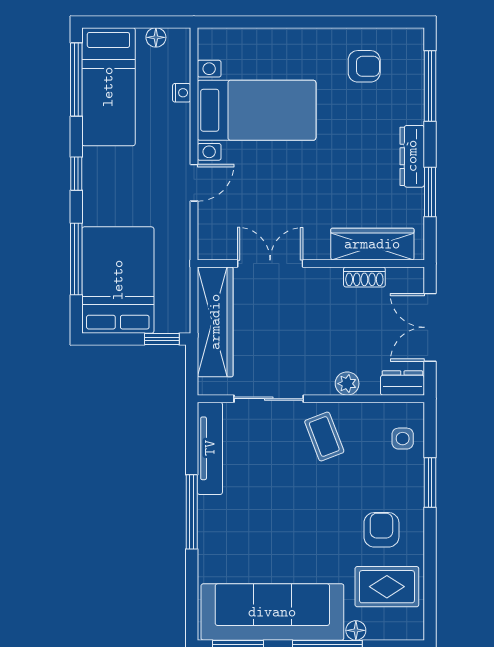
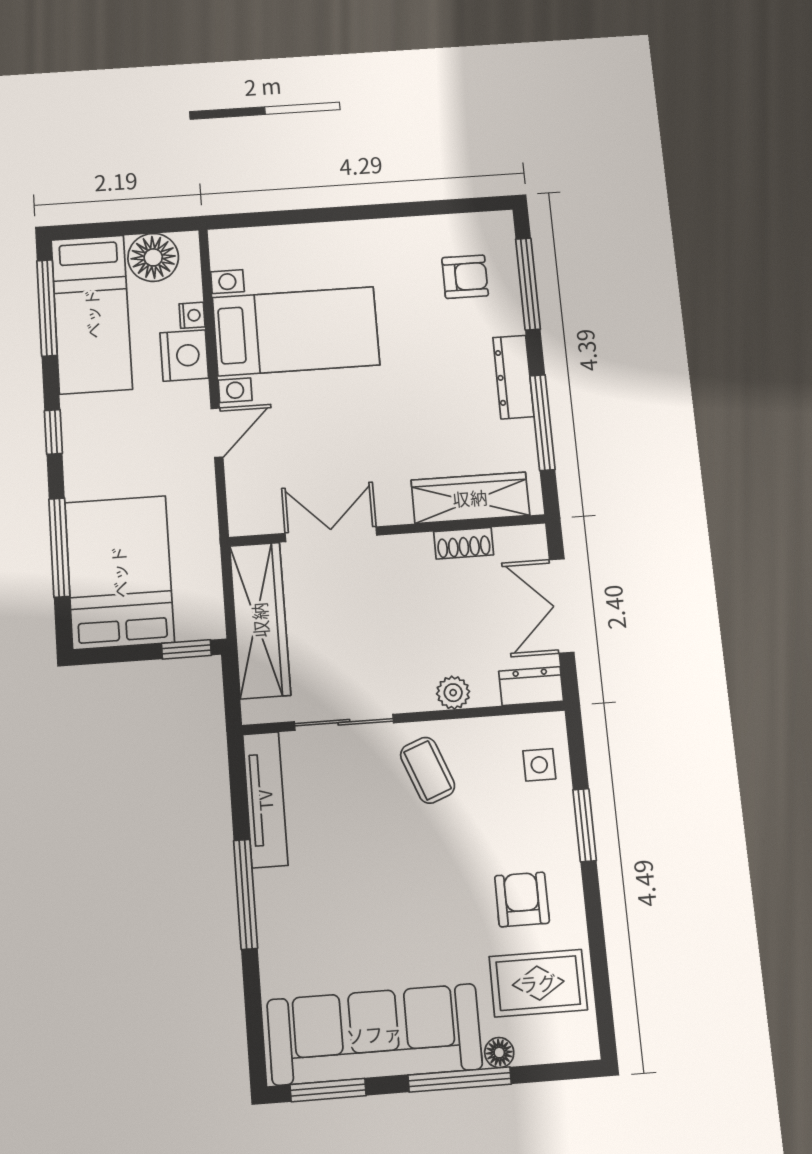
floor lamp: (156, 37) -> (153, 257), width x1.89, depth x1.89
armchair: (364, 66) -> (465, 277), moved
nightstand: (174, 123) -> (184, 355), added
window: (430, 192) -> (542, 422), width x1.44

